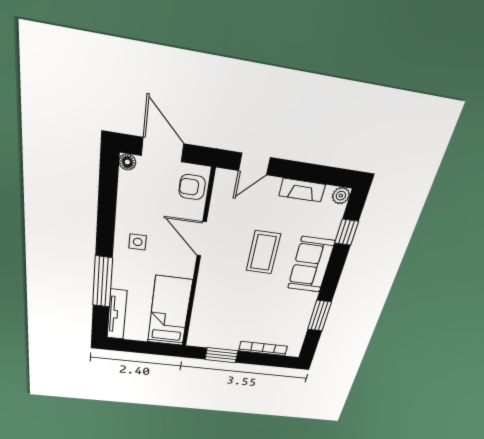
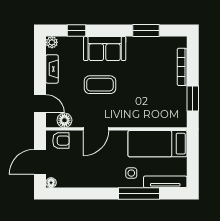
armchair: (192, 187) -> (61, 141), turned -90
floor lamp: (222, 197) -> (64, 120), added
side table: (138, 242) -> (131, 173), moved

